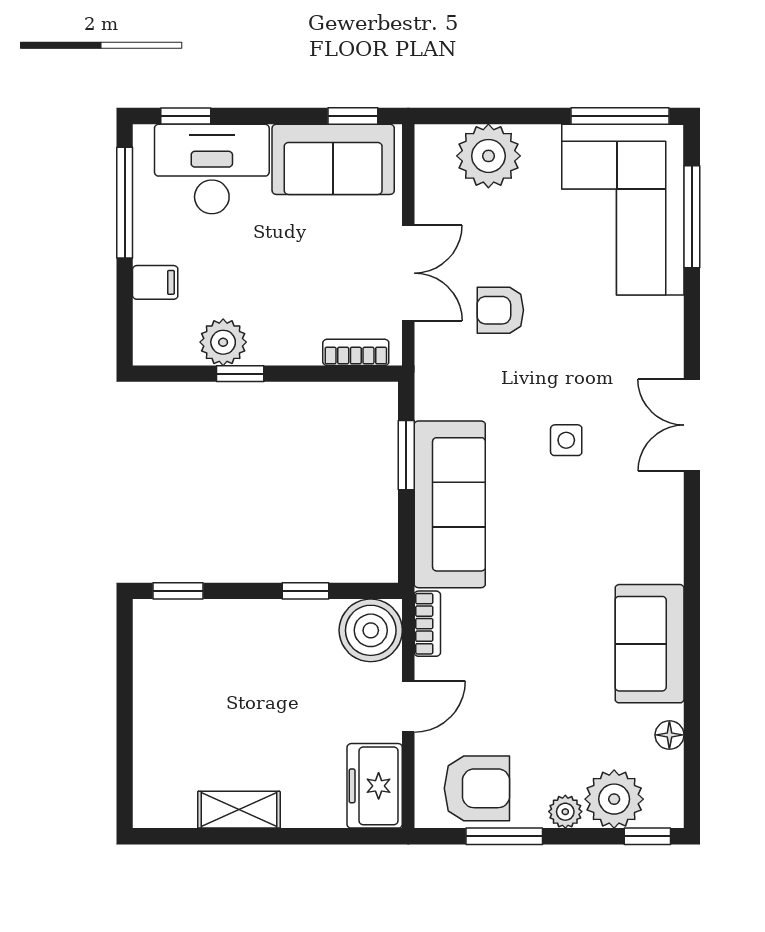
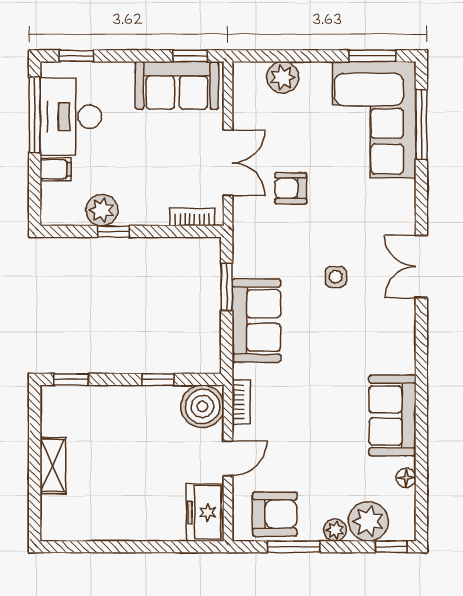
window: (620, 116) -> (372, 56), width x0.69
plant: (488, 156) -> (283, 77), width x0.73, depth x0.73
desk: (212, 169) -> (71, 117), moved, turned -90
sofa: (450, 504) -> (256, 321), width x0.73
shelving: (239, 810) -> (53, 466), moved, turned 90

